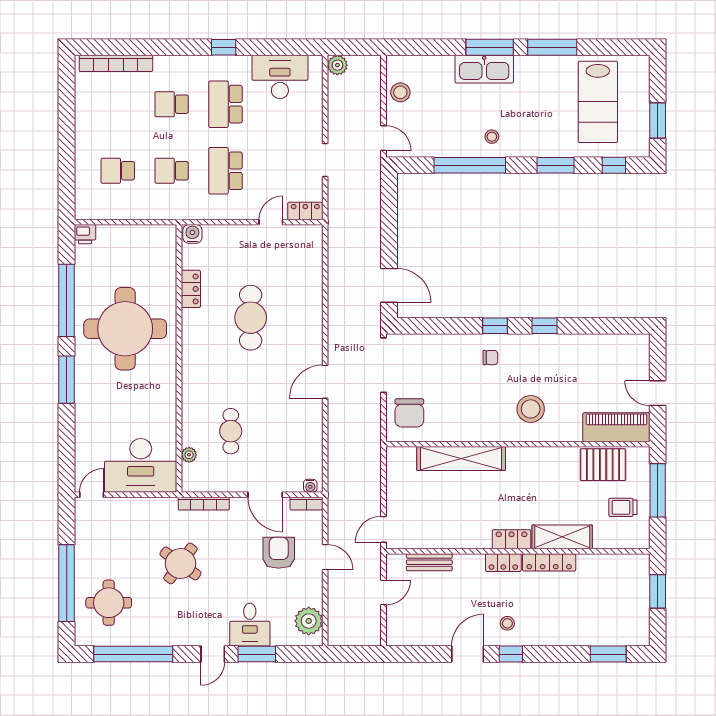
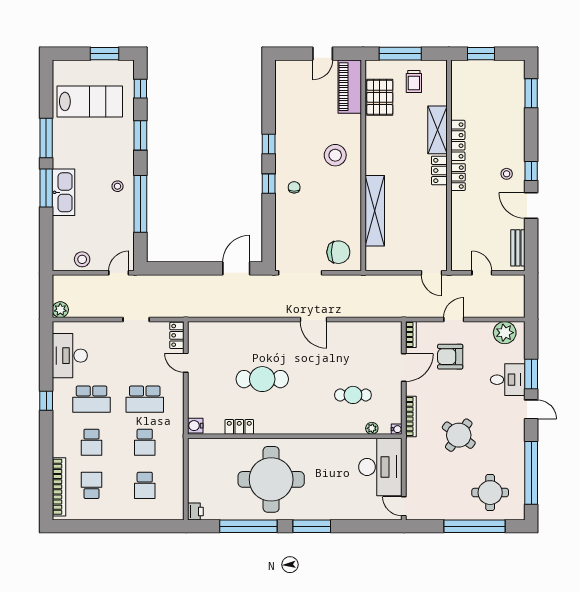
school desk: (118, 104) -> (92, 485), added
water cooler: (310, 486) -> (397, 429), moved
bench: (429, 562) -> (518, 248), moved

